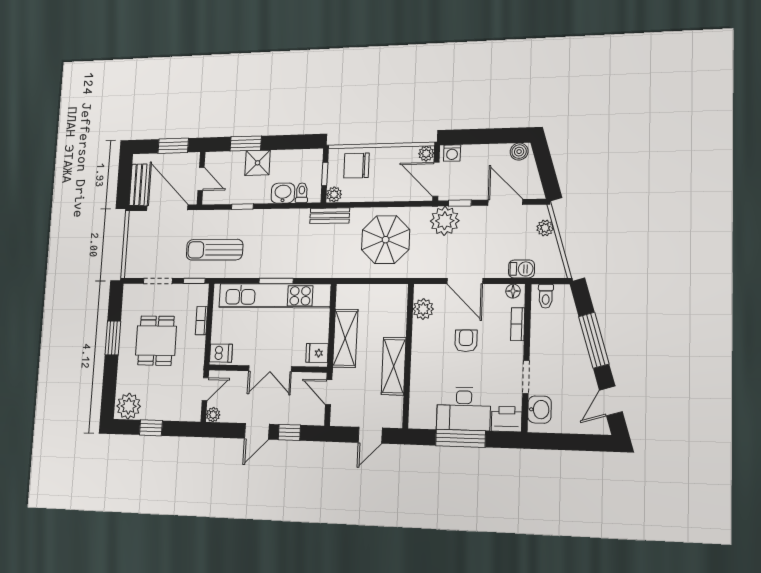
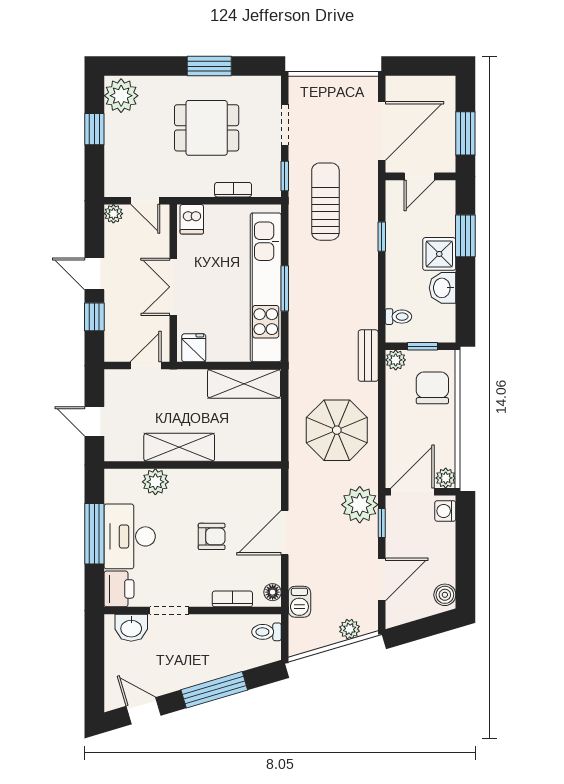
bench: (138, 185) -> (414, 87), removed
washbasin: (283, 193) -> (443, 288), moved, turned 180
plant: (423, 309) -> (155, 482), moved
shelving: (345, 338) -> (244, 384), moved

